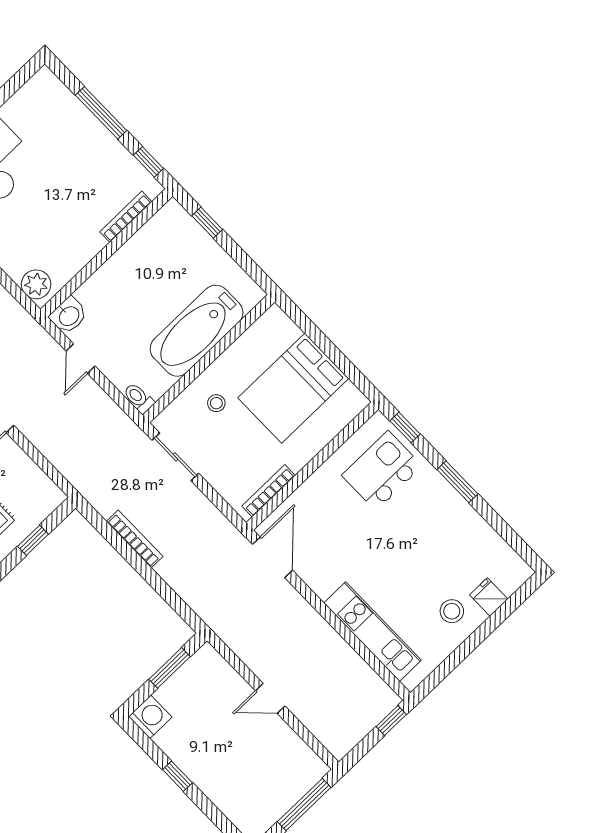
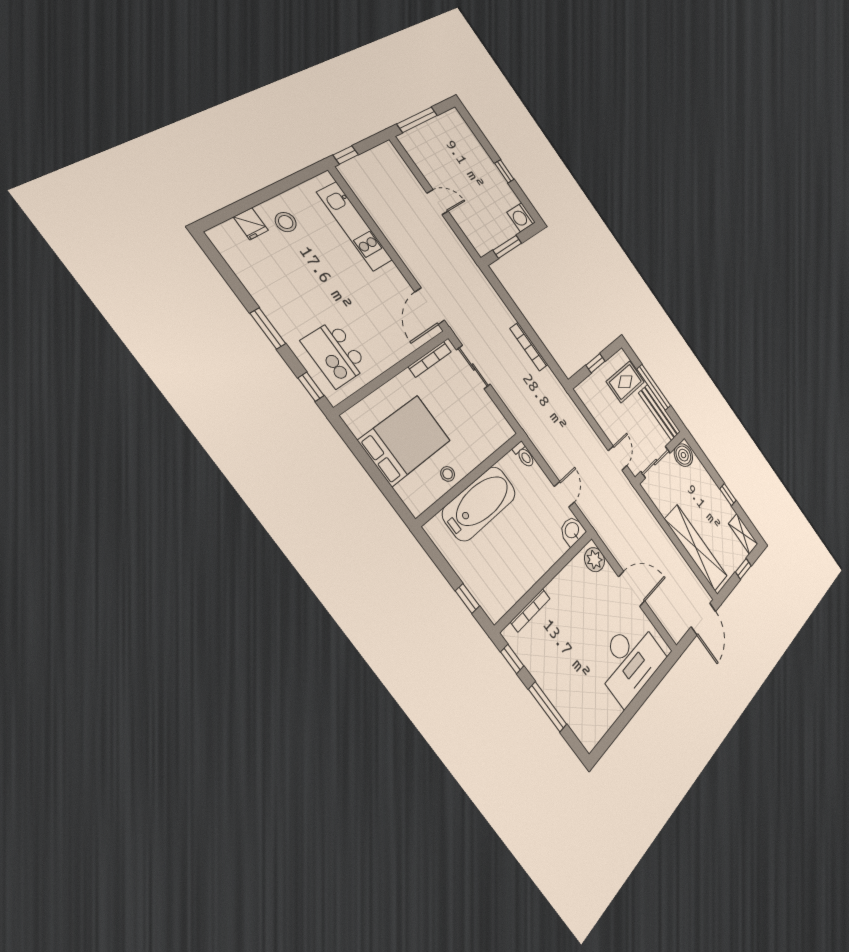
stool: (216, 403) -> (448, 474), moved
sliding door: (175, 457) -> (473, 367), moved
kitchen island: (382, 471) -> (335, 354), turned 90

